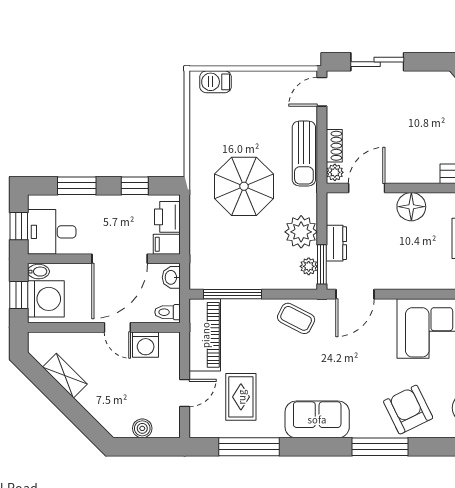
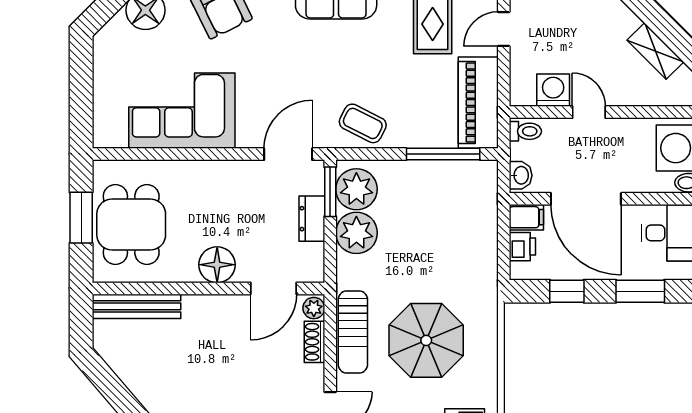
sun lounger: (304, 153) -> (353, 332), turned 180
parasol: (244, 186) -> (426, 340), moved
printer: (167, 217) -> (522, 247), width x0.73, depth x0.81
door: (120, 259) -> (586, 199), swing flipped
plant: (309, 266) -> (356, 189), width x1.88, depth x1.88

